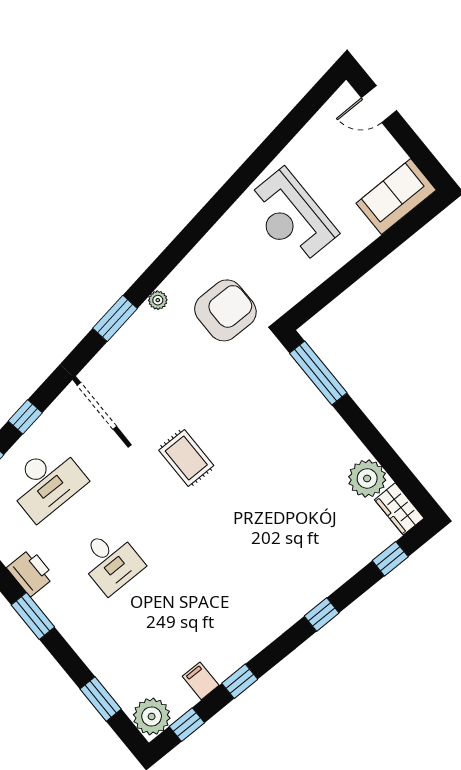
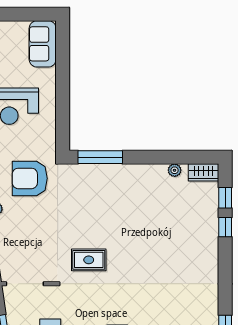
armchair: (225, 310) -> (30, 178), turned -90
plant: (367, 478) -> (175, 170), width x0.53, depth x0.53
window: (322, 614) -> (225, 227), moved

